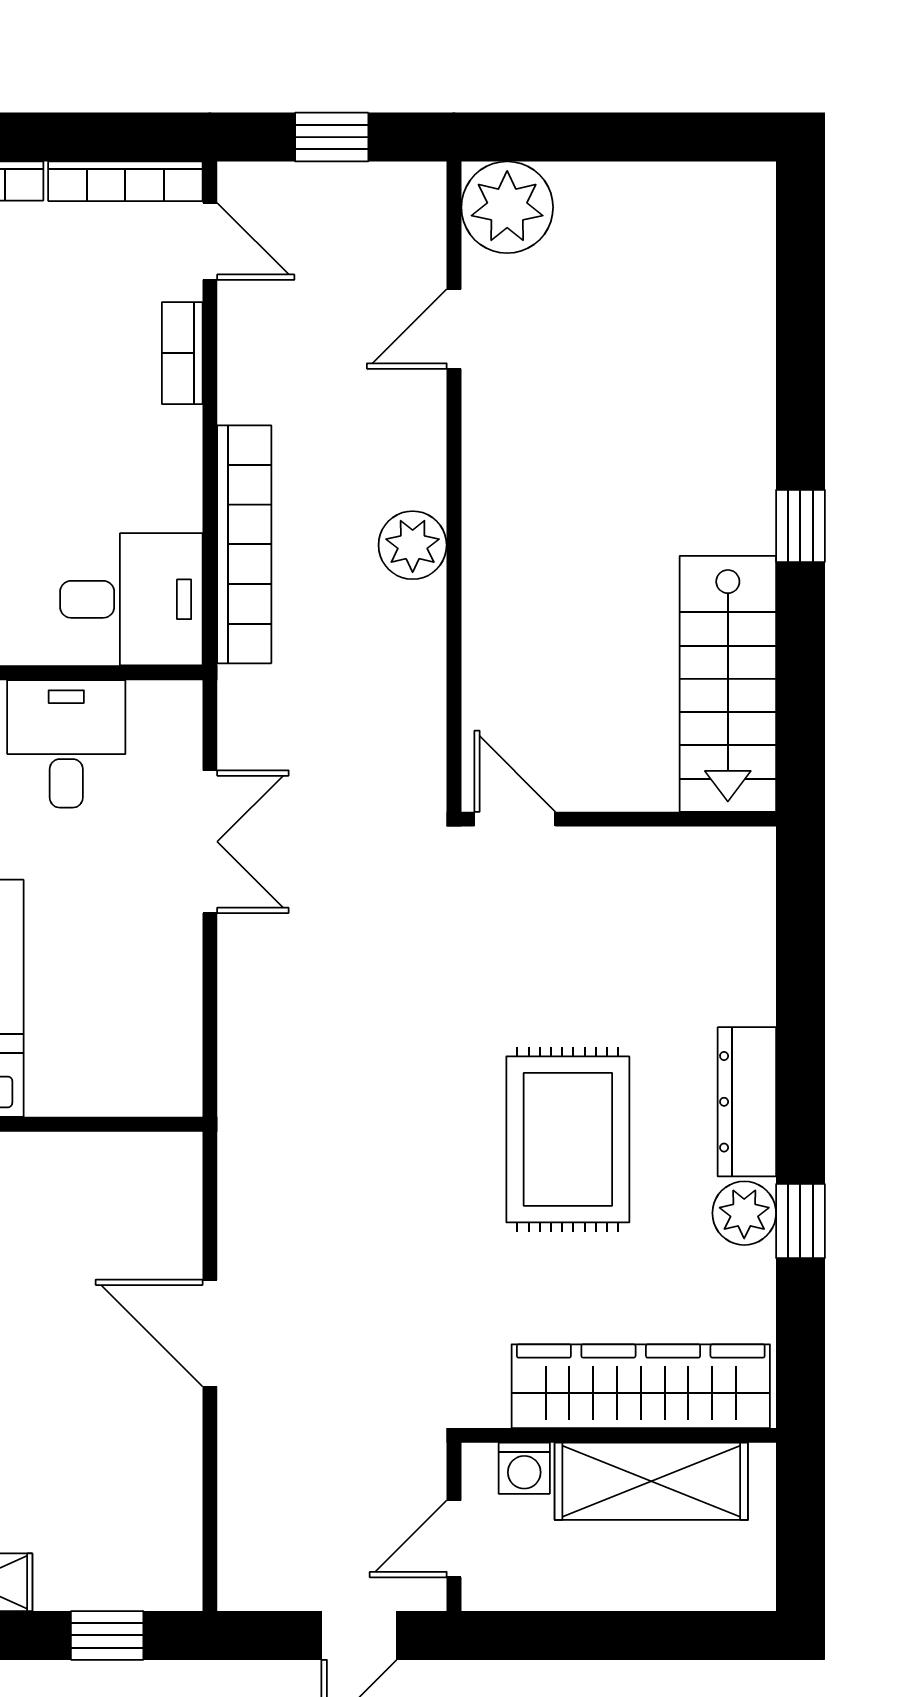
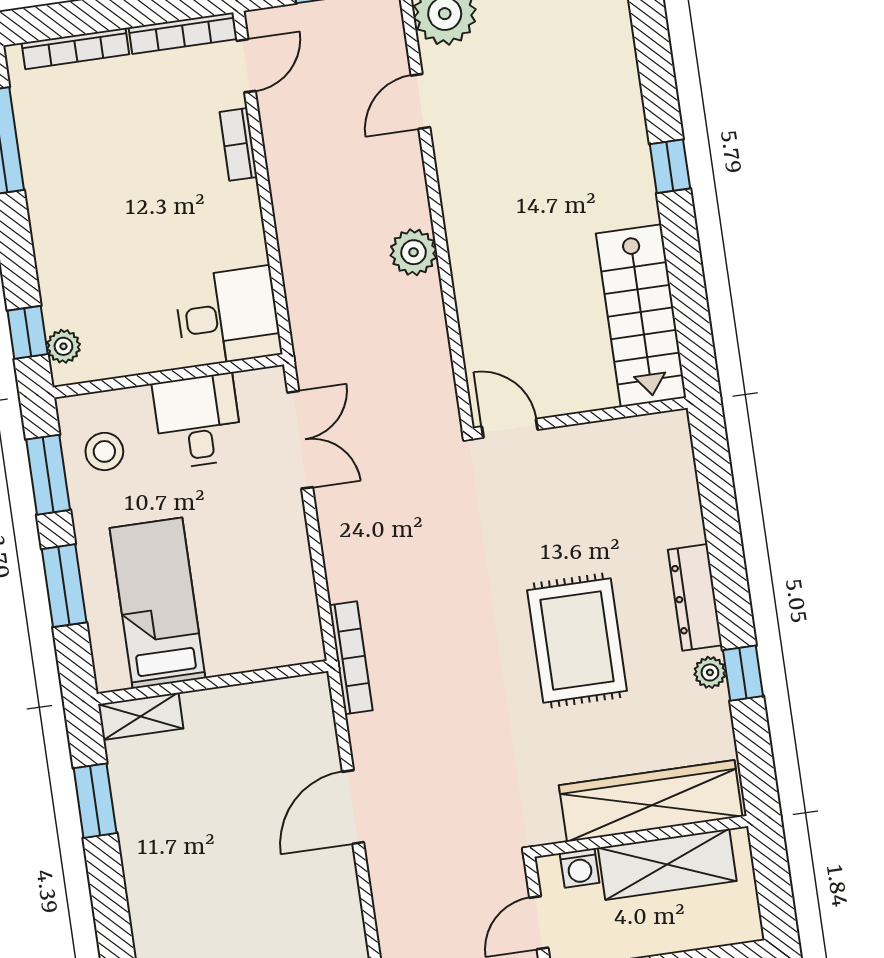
door: (210, 241) -> (246, 66), hinge flipped
window: (800, 526) -> (670, 166), moved
bookcase: (244, 544) -> (351, 658), moved, width x0.68, depth x0.76
double door: (210, 842) -> (300, 440), moved
plant: (744, 1213) -> (710, 672), width x0.73, depth x0.73
door: (210, 1333) -> (353, 807), hinge flipped

